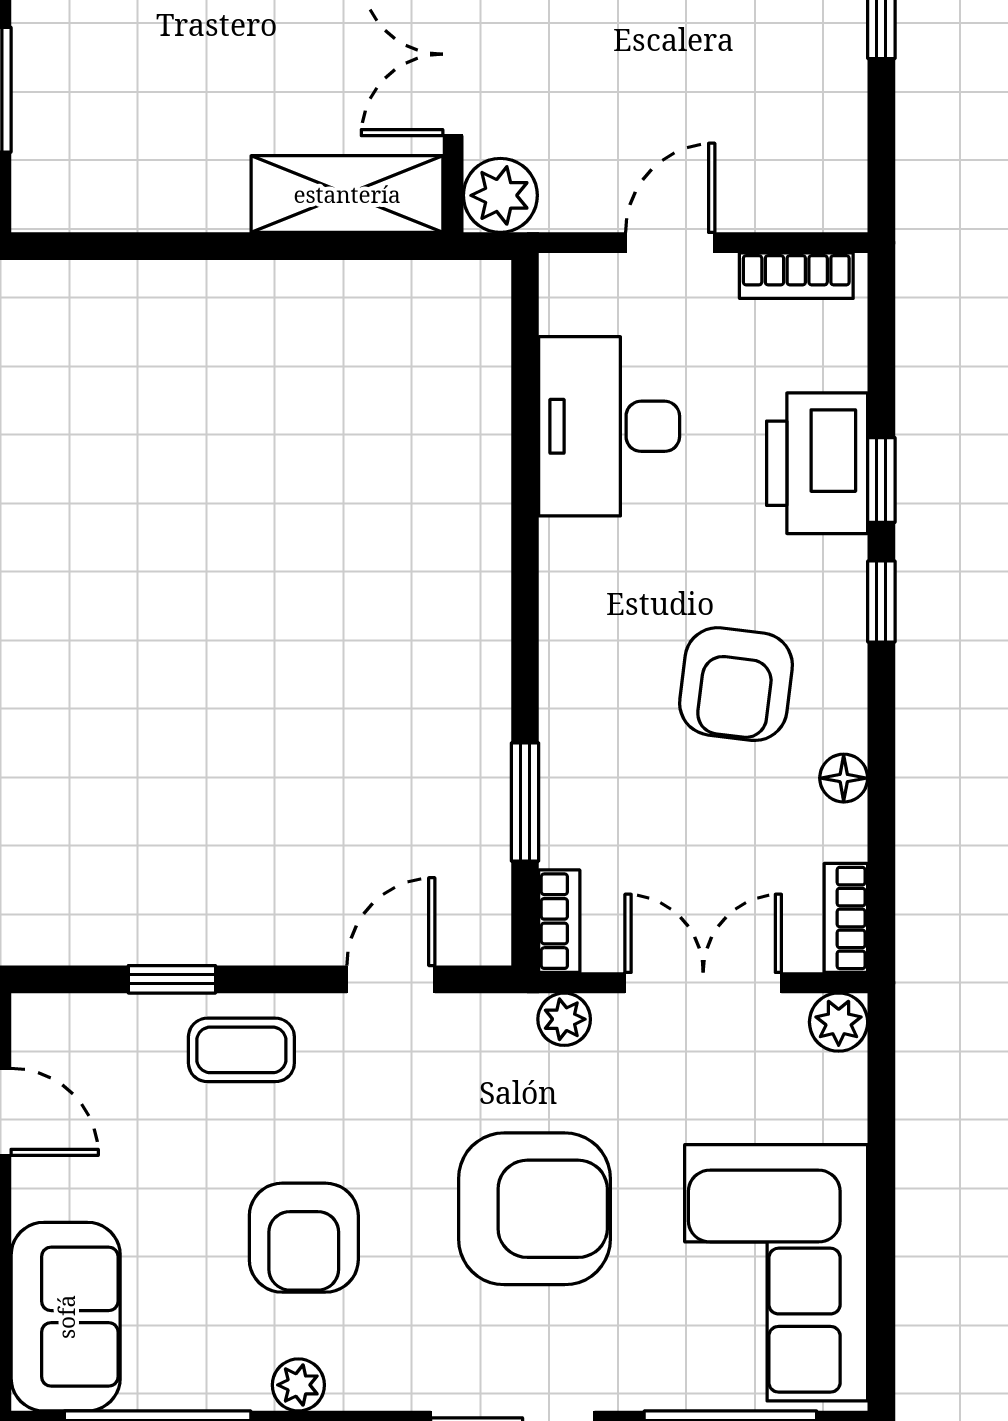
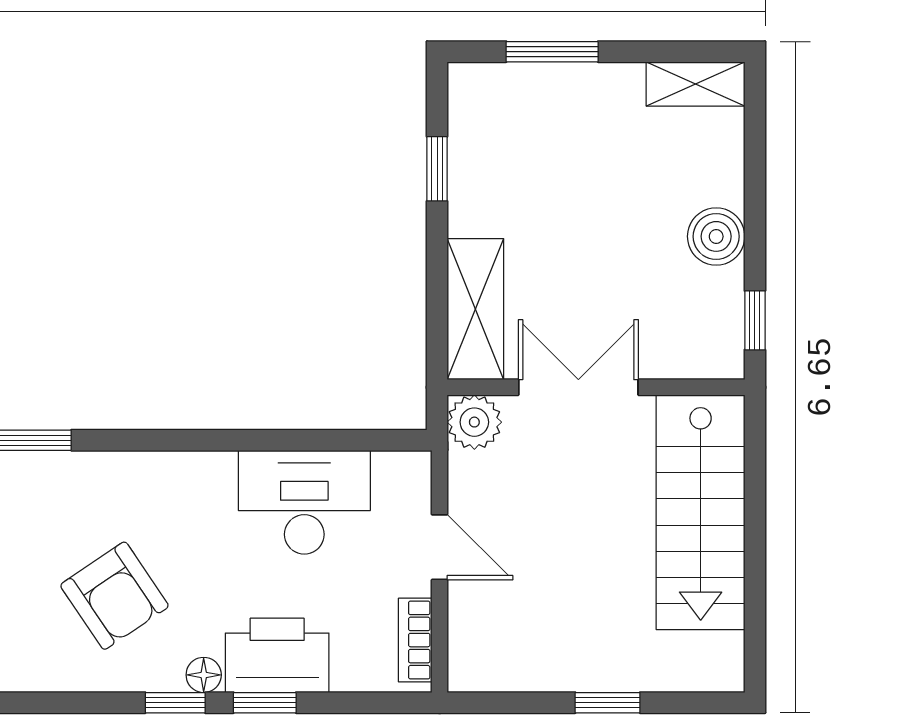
window: (156, 246) -> (437, 169), added
armchair: (736, 684) -> (114, 596), turned -131
floor lamp: (844, 778) -> (204, 675), moved

